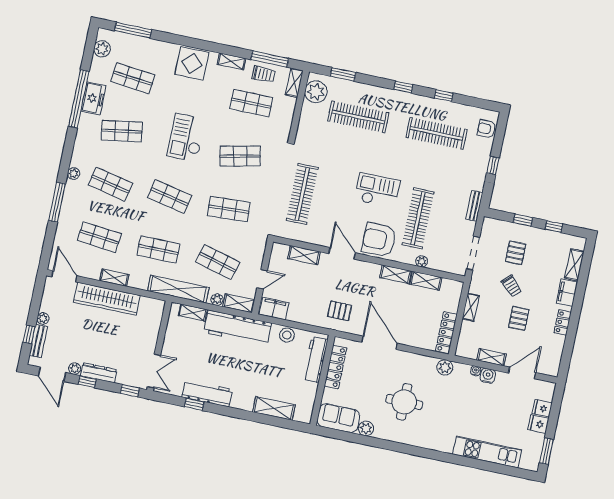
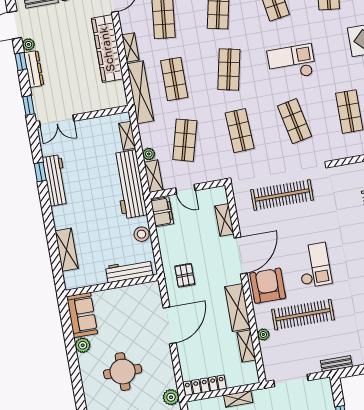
door: (342, 253) -> (241, 256), width x1.36
shelving: (396, 274) -> (237, 308), width x1.50, depth x1.33
shelving: (178, 289) -> (140, 92), moved
locker: (336, 367) -> (130, 293), removed

